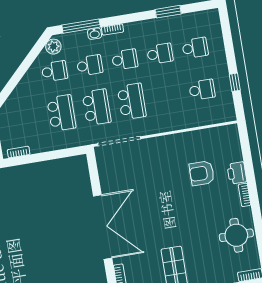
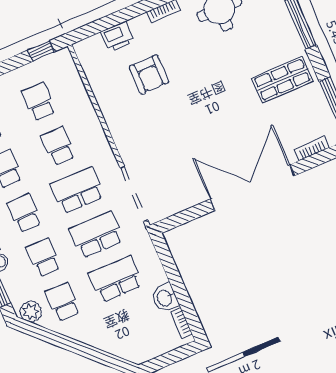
window: (235, 82) -> (41, 51), moved
school desk: (167, 96) -> (58, 146), added
washbasin: (39, 145) -> (165, 298), added
printer: (237, 173) -> (118, 37), moved

